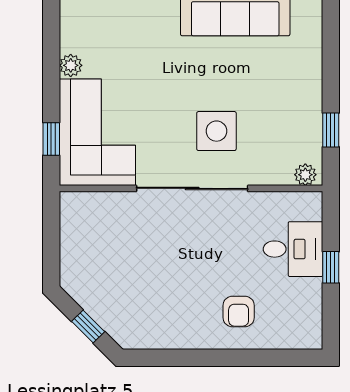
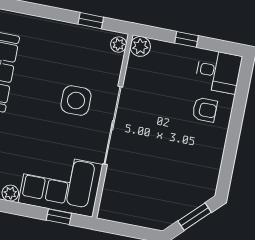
plant: (309, 205) -> (140, 46), added
desk: (293, 249) -> (218, 71), moved, turned 90
window: (88, 326) -> (195, 217), width x1.50

